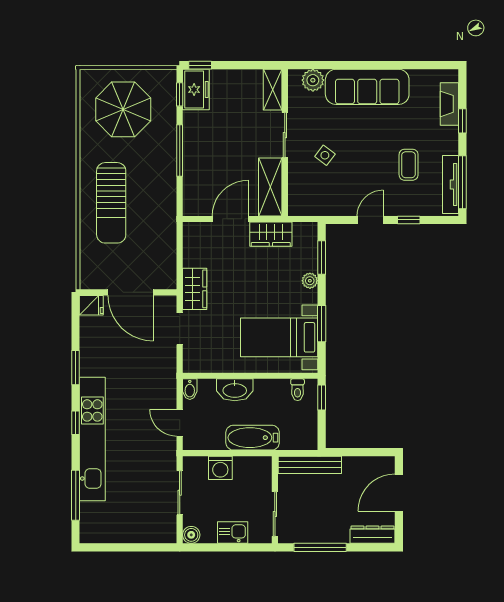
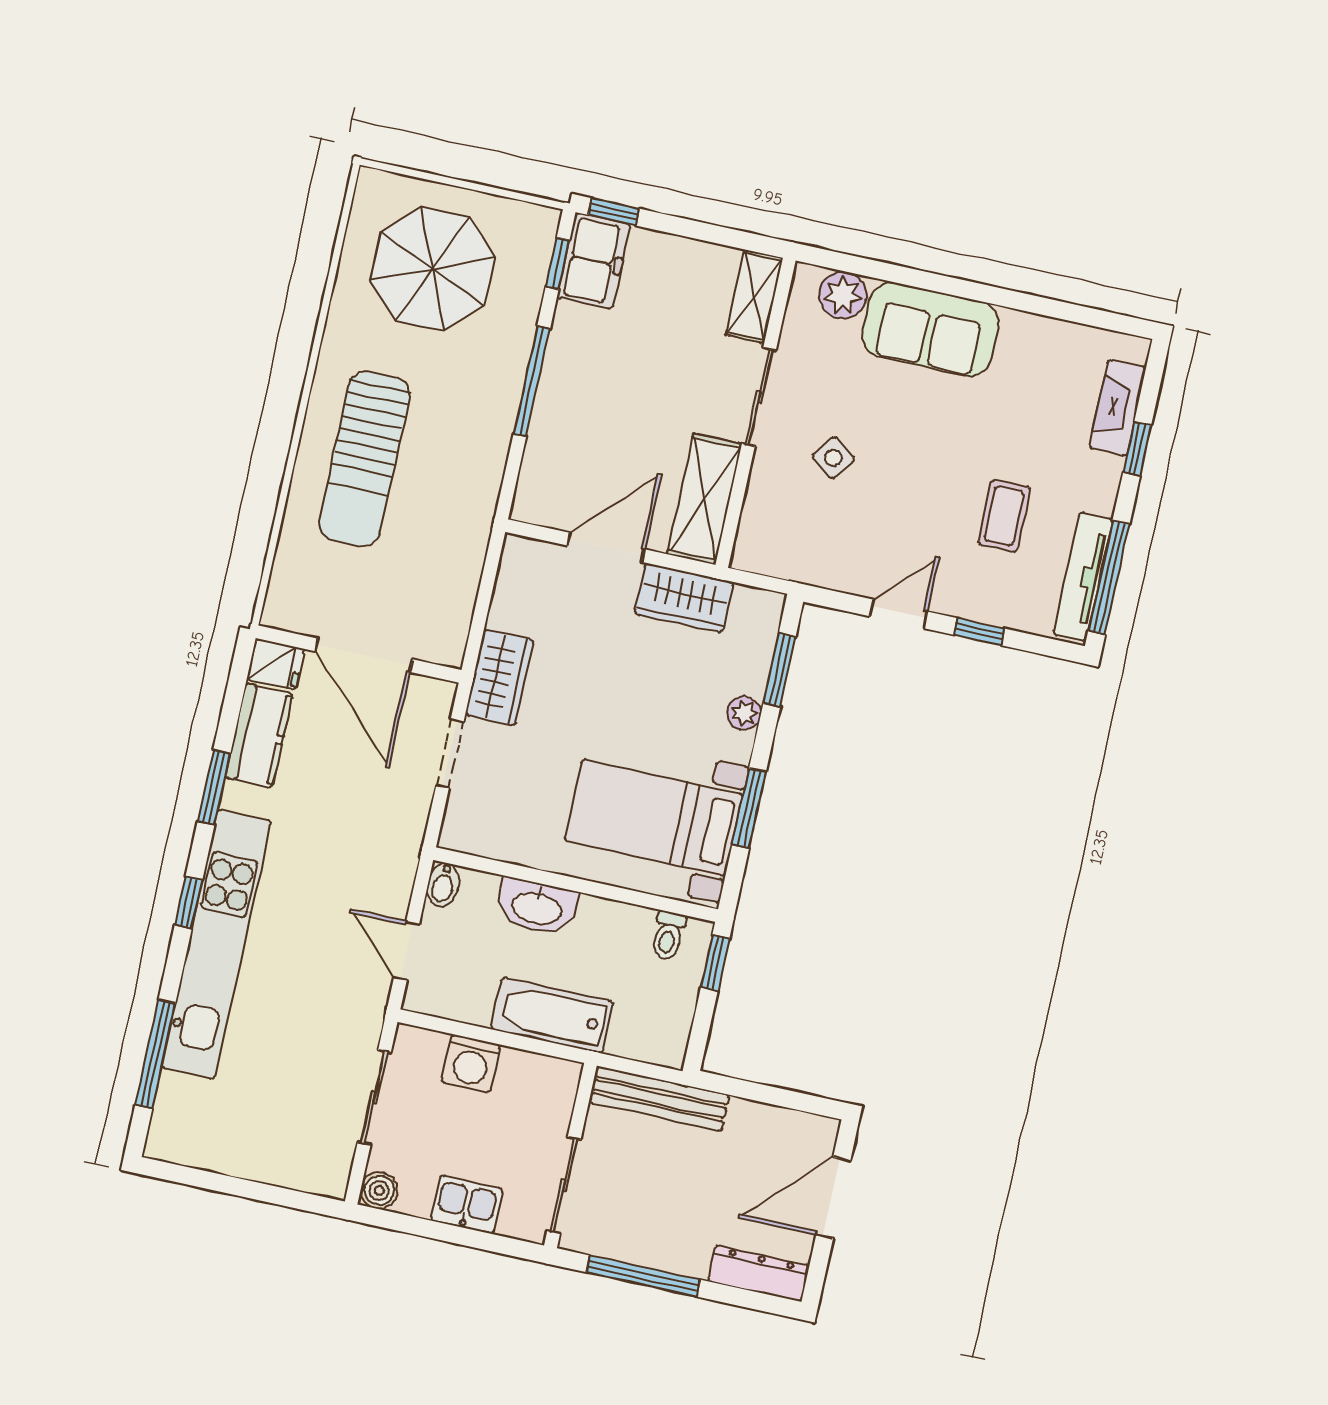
sofa: (367, 87) -> (930, 329), width x0.73
kitchen counter: (91, 339) -> (259, 735), added

